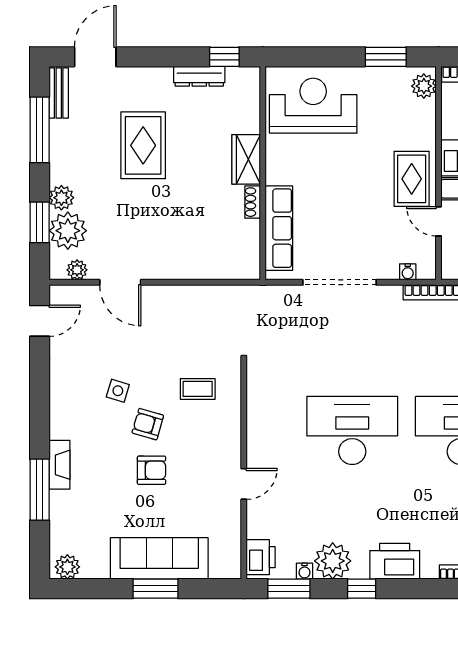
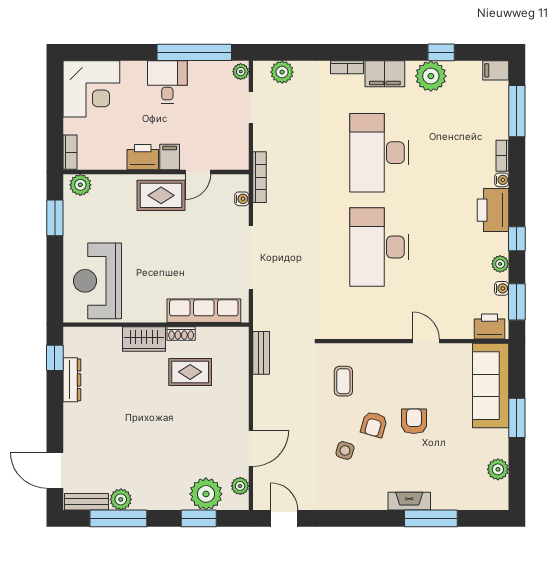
rug: (143, 145) -> (190, 372), moved, width x0.73, depth x0.70
plant: (61, 198) -> (121, 499), moved
bench: (230, 294) -> (261, 353), added
sofa: (159, 558) -> (491, 386), moved
plant: (333, 561) -> (500, 264), width x0.53, depth x0.53
plant: (67, 567) -> (498, 469), moved
water cooler: (430, 571) -> (502, 180), added

